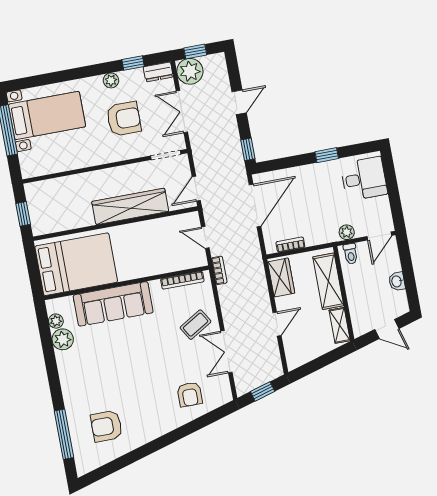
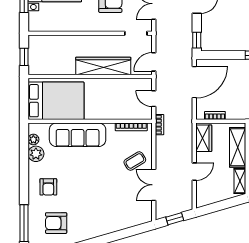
armchair: (190, 394) -> (48, 187), moved

